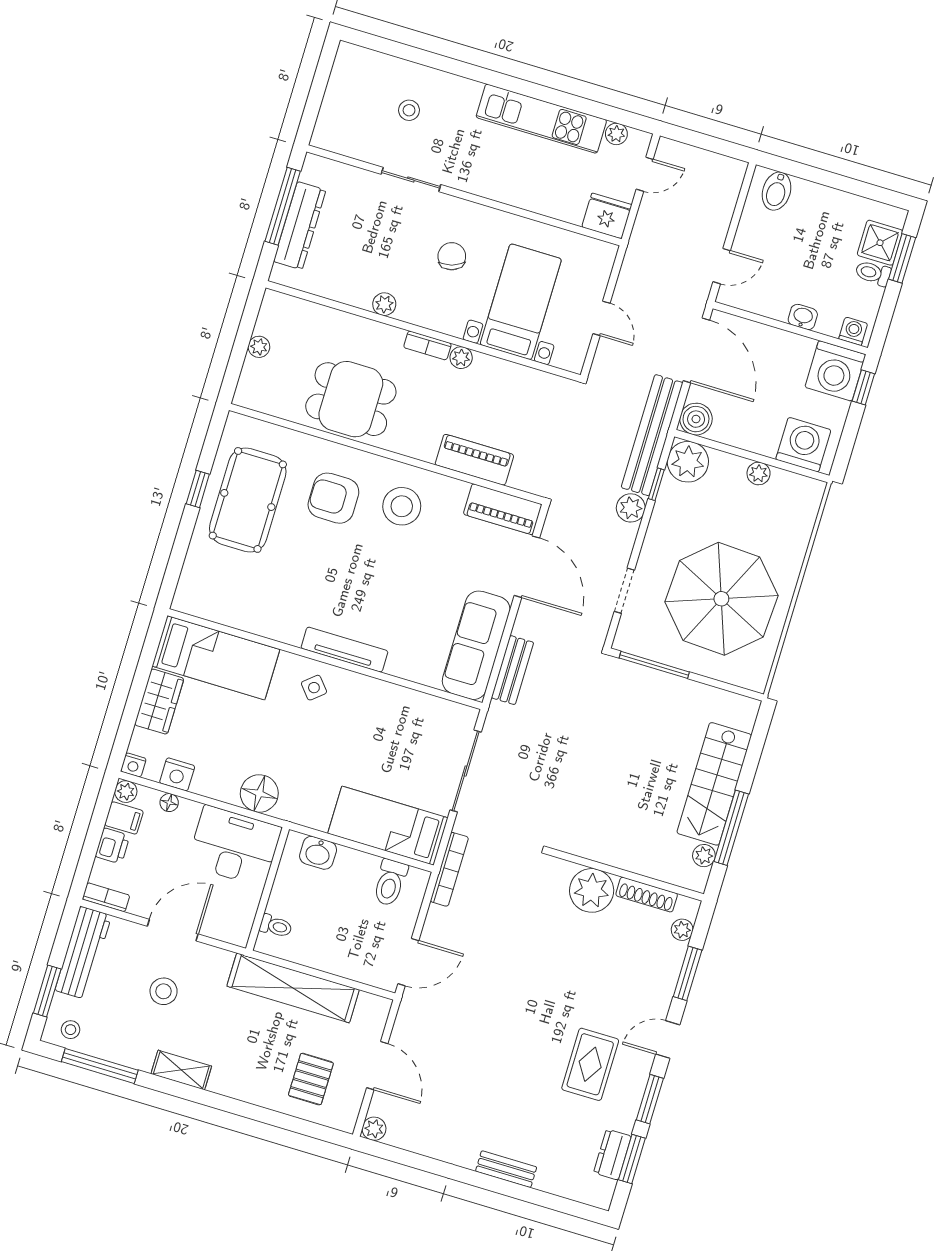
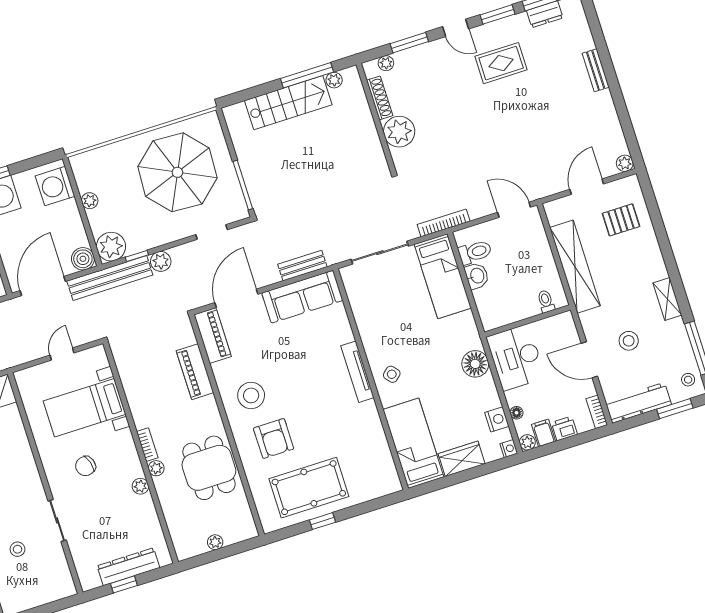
window: (283, 206) -> (124, 584), width x0.46
plant: (461, 358) -> (156, 468), moved
washbasin: (318, 853) -> (477, 276), moved

